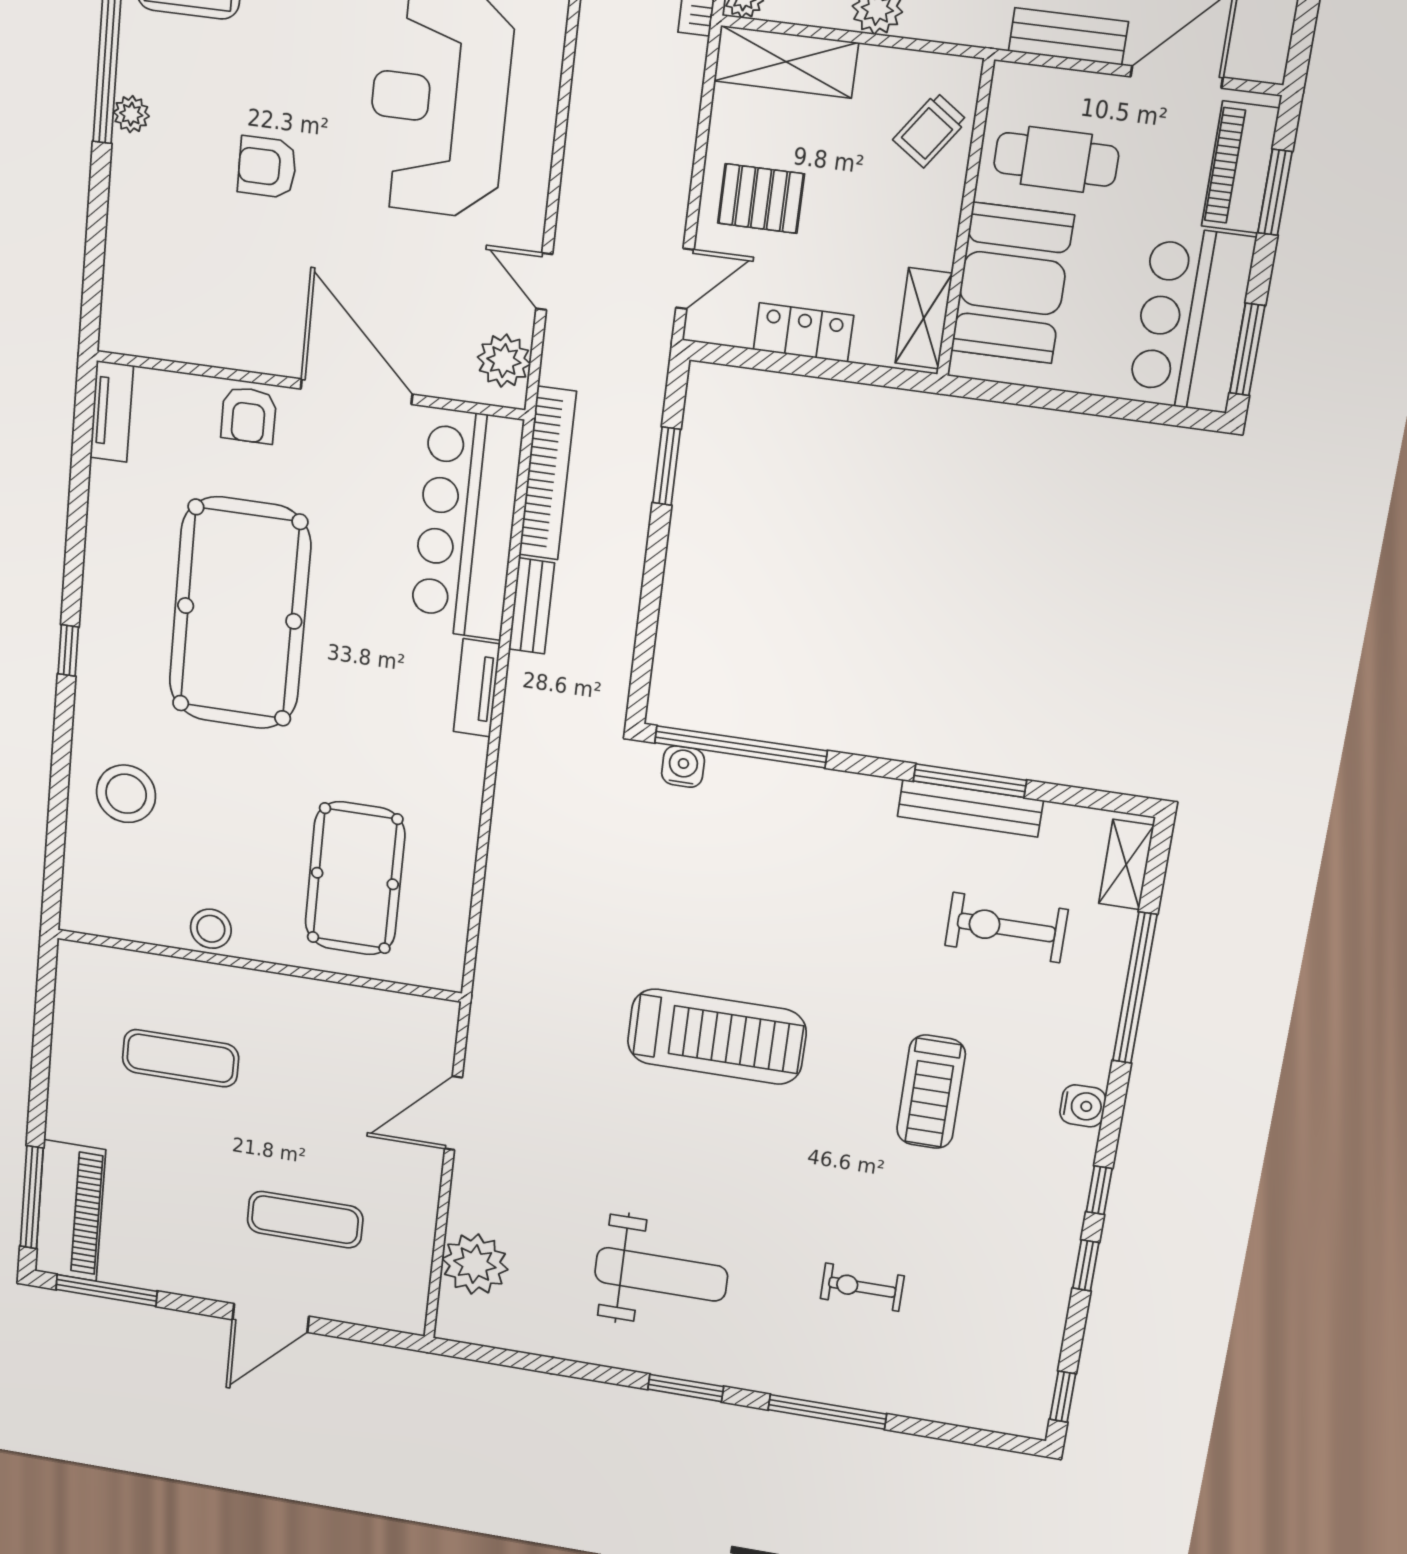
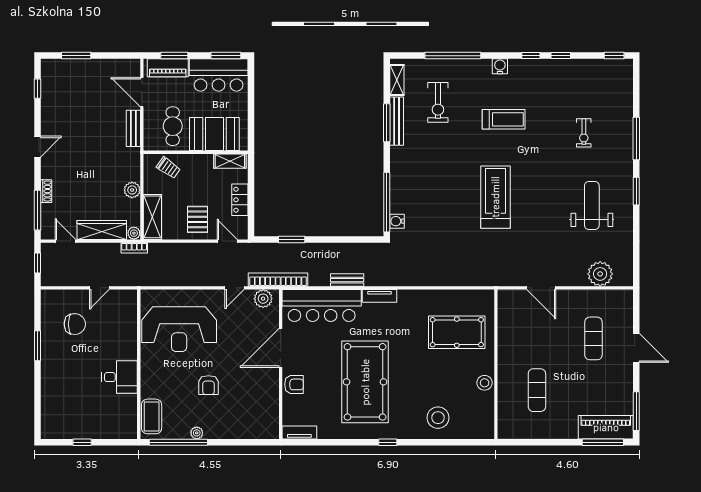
bookcase: (548, 473) -> (278, 280), moved
pool table: (240, 613) -> (365, 382), turned 90
shelving: (1126, 864) -> (397, 80), moved, turned 90

